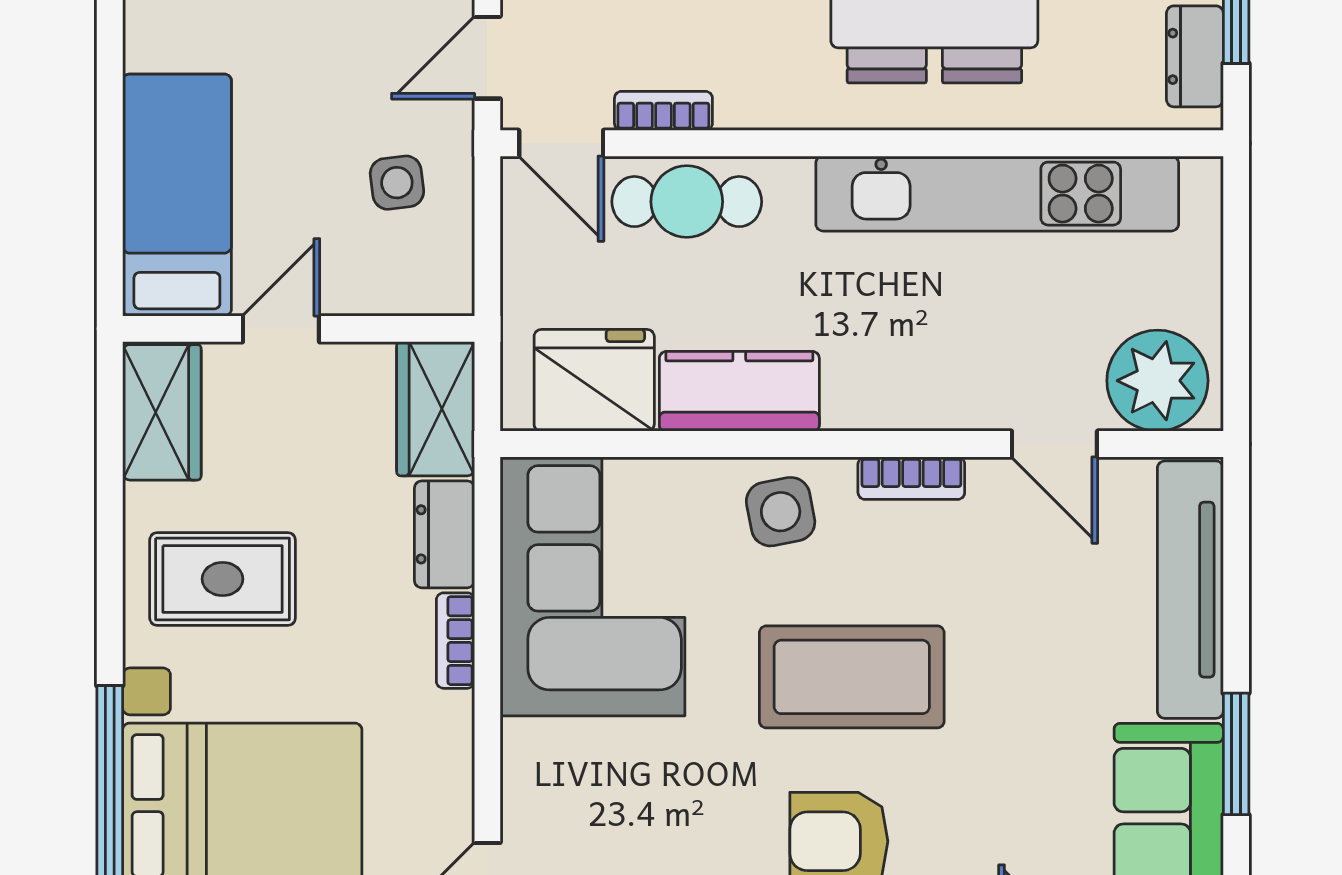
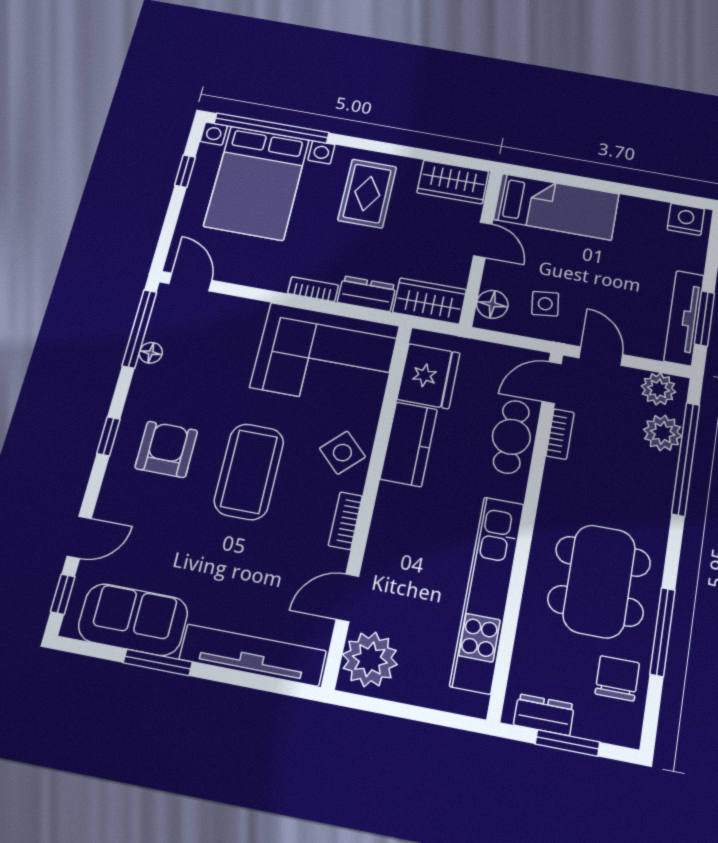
floor lamp: (419, 285) -> (492, 304), added
side table: (781, 512) -> (342, 453), turned -34

